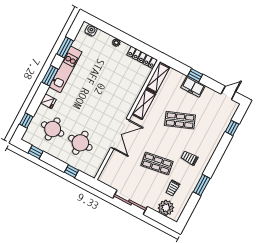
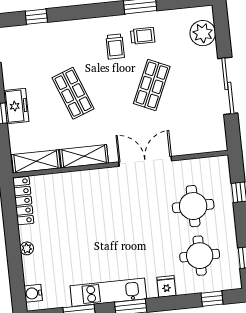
shop shelf: (157, 164) -> (152, 85), turned 33
trolley: (173, 188) -> (143, 36), moved

